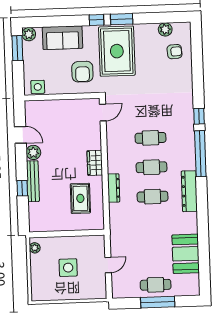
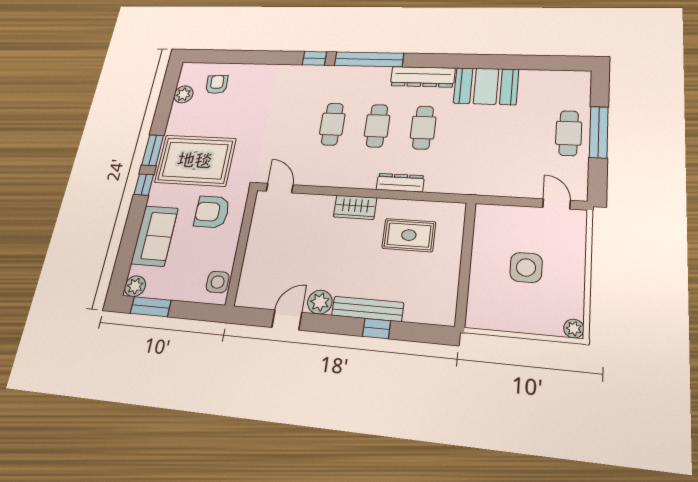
armchair: (82, 72) -> (212, 212), turned 180
plant: (35, 248) -> (574, 329), moved
booth: (186, 254) -> (486, 86), moved
door: (108, 265) -> (557, 204), moved

